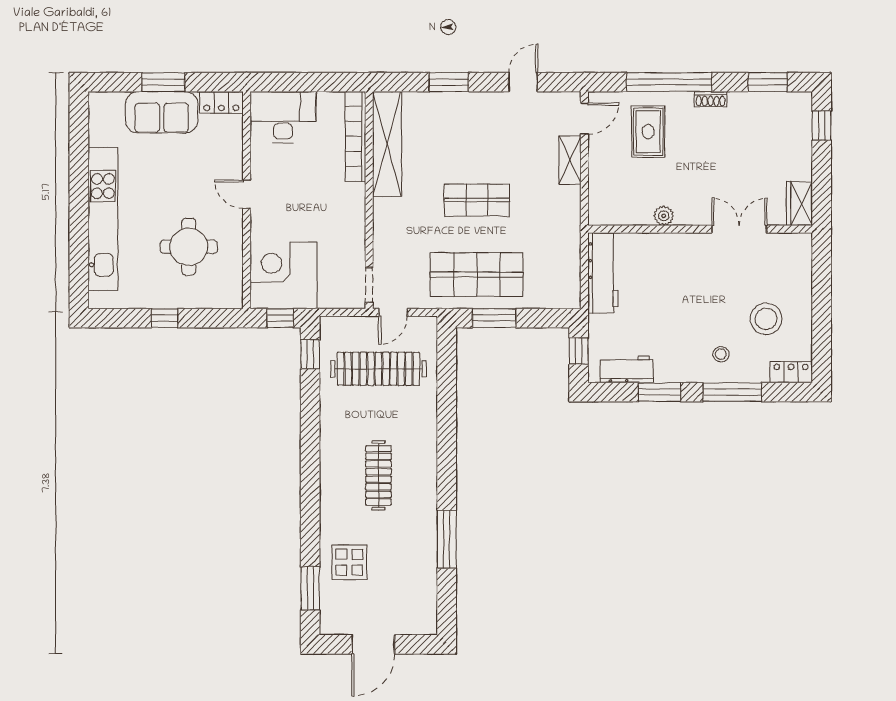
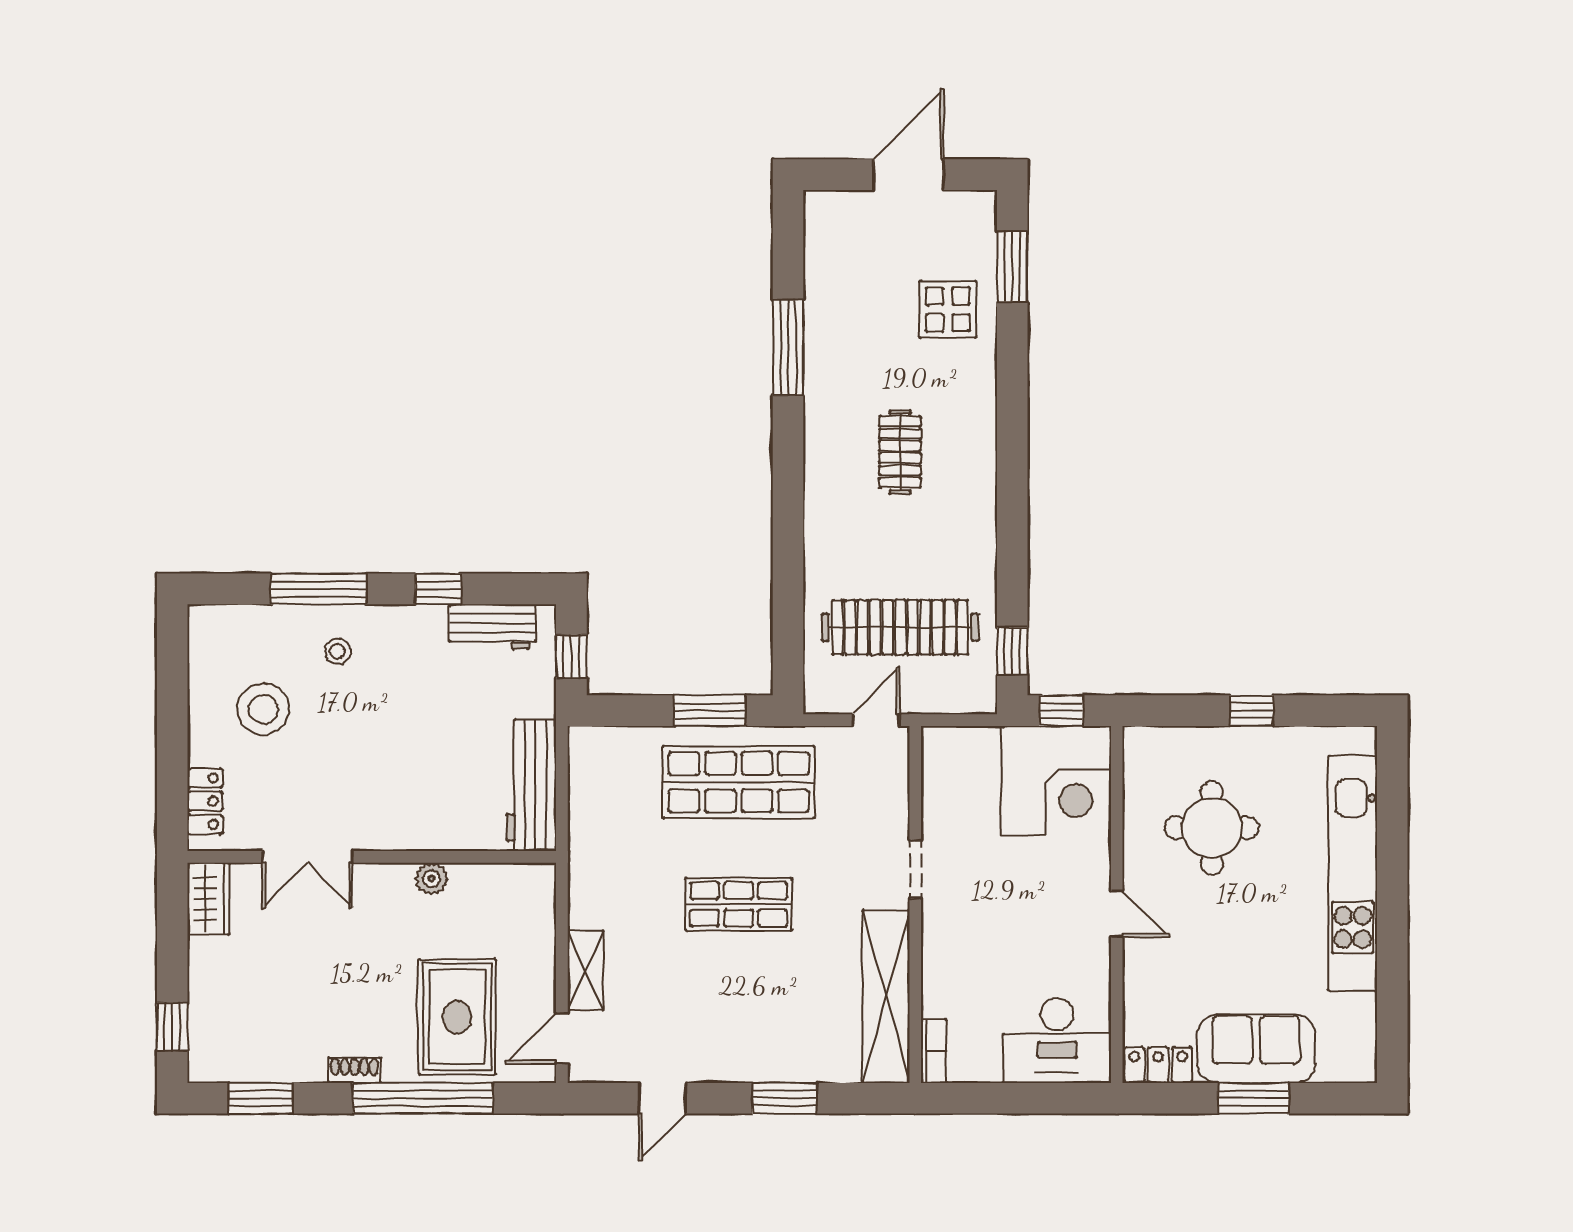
rug: (648, 132) -> (457, 1017), width x1.36, depth x1.43
bookcase: (356, 136) -> (934, 1051), width x0.43, depth x0.76
doorway: (369, 285) -> (915, 869), moved
locker: (791, 372) -> (205, 801), moved, turned -90
window: (660, 392) -> (438, 589), width x0.67
clothes rail: (378, 475) -> (900, 452), width x0.73

